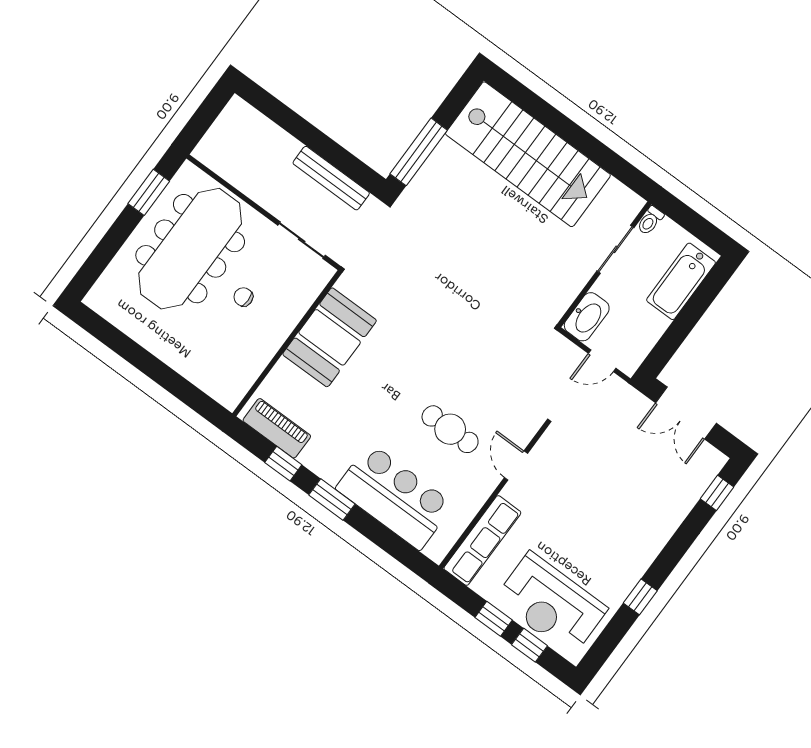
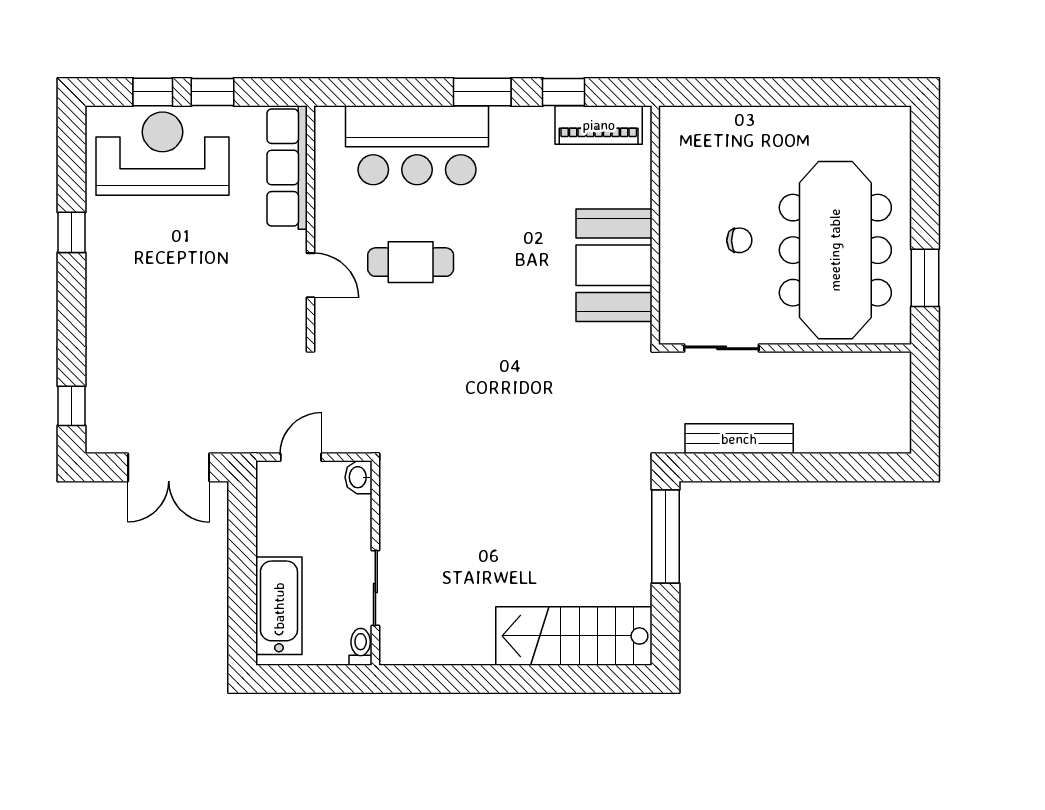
stairs: (528, 154) -> (574, 636), width x0.73, depth x0.66
washbasin: (587, 317) -> (359, 477), width x0.52, depth x0.69
double door: (686, 413) -> (169, 467), swing flipped

